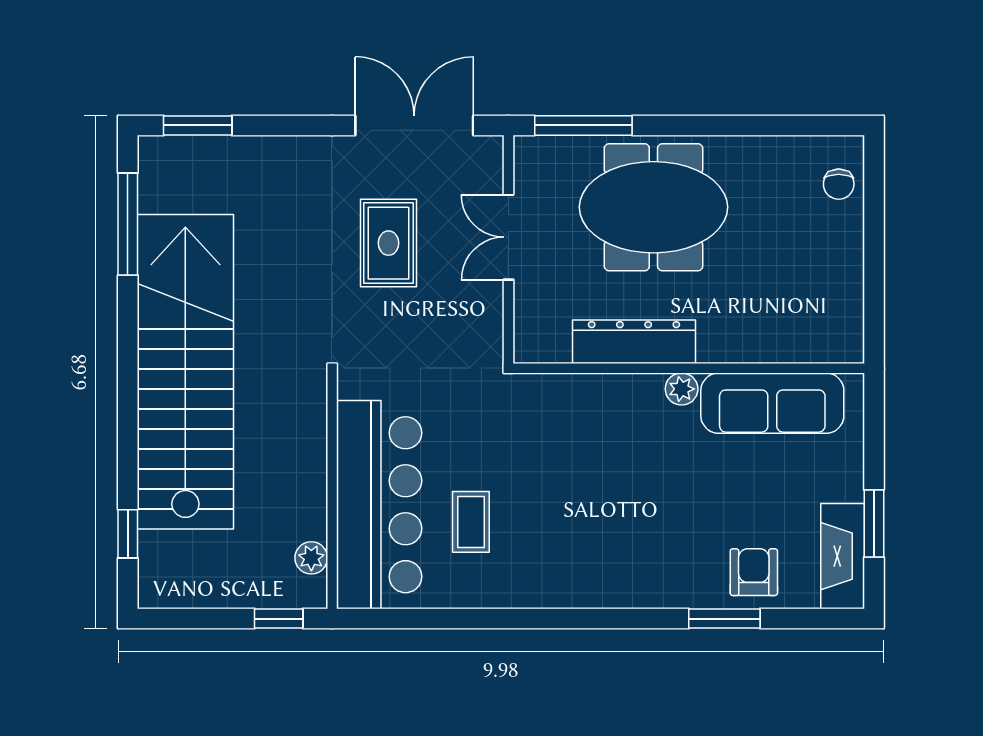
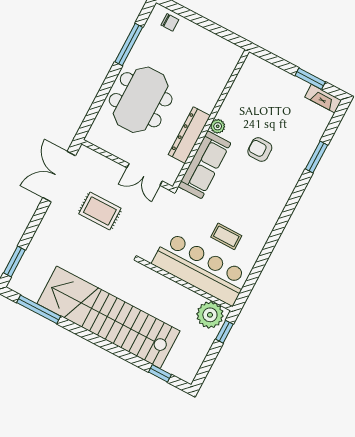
window: (583, 125) -> (129, 44), moved
double door: (508, 237) -> (145, 174), moved
sofa: (772, 403) -> (204, 165), moved
fireplace: (843, 556) -> (323, 99), width x0.73, depth x0.76
plant: (311, 558) -> (210, 315), width x1.87, depth x1.87
armchair: (754, 572) -> (260, 150), moved

